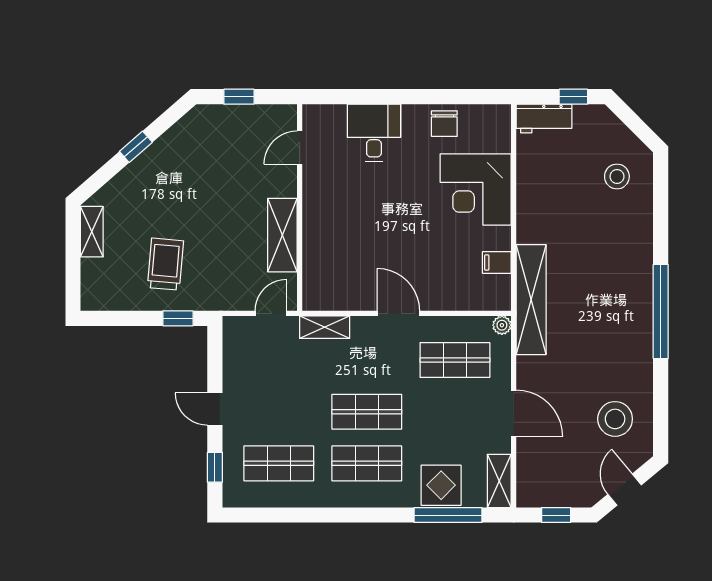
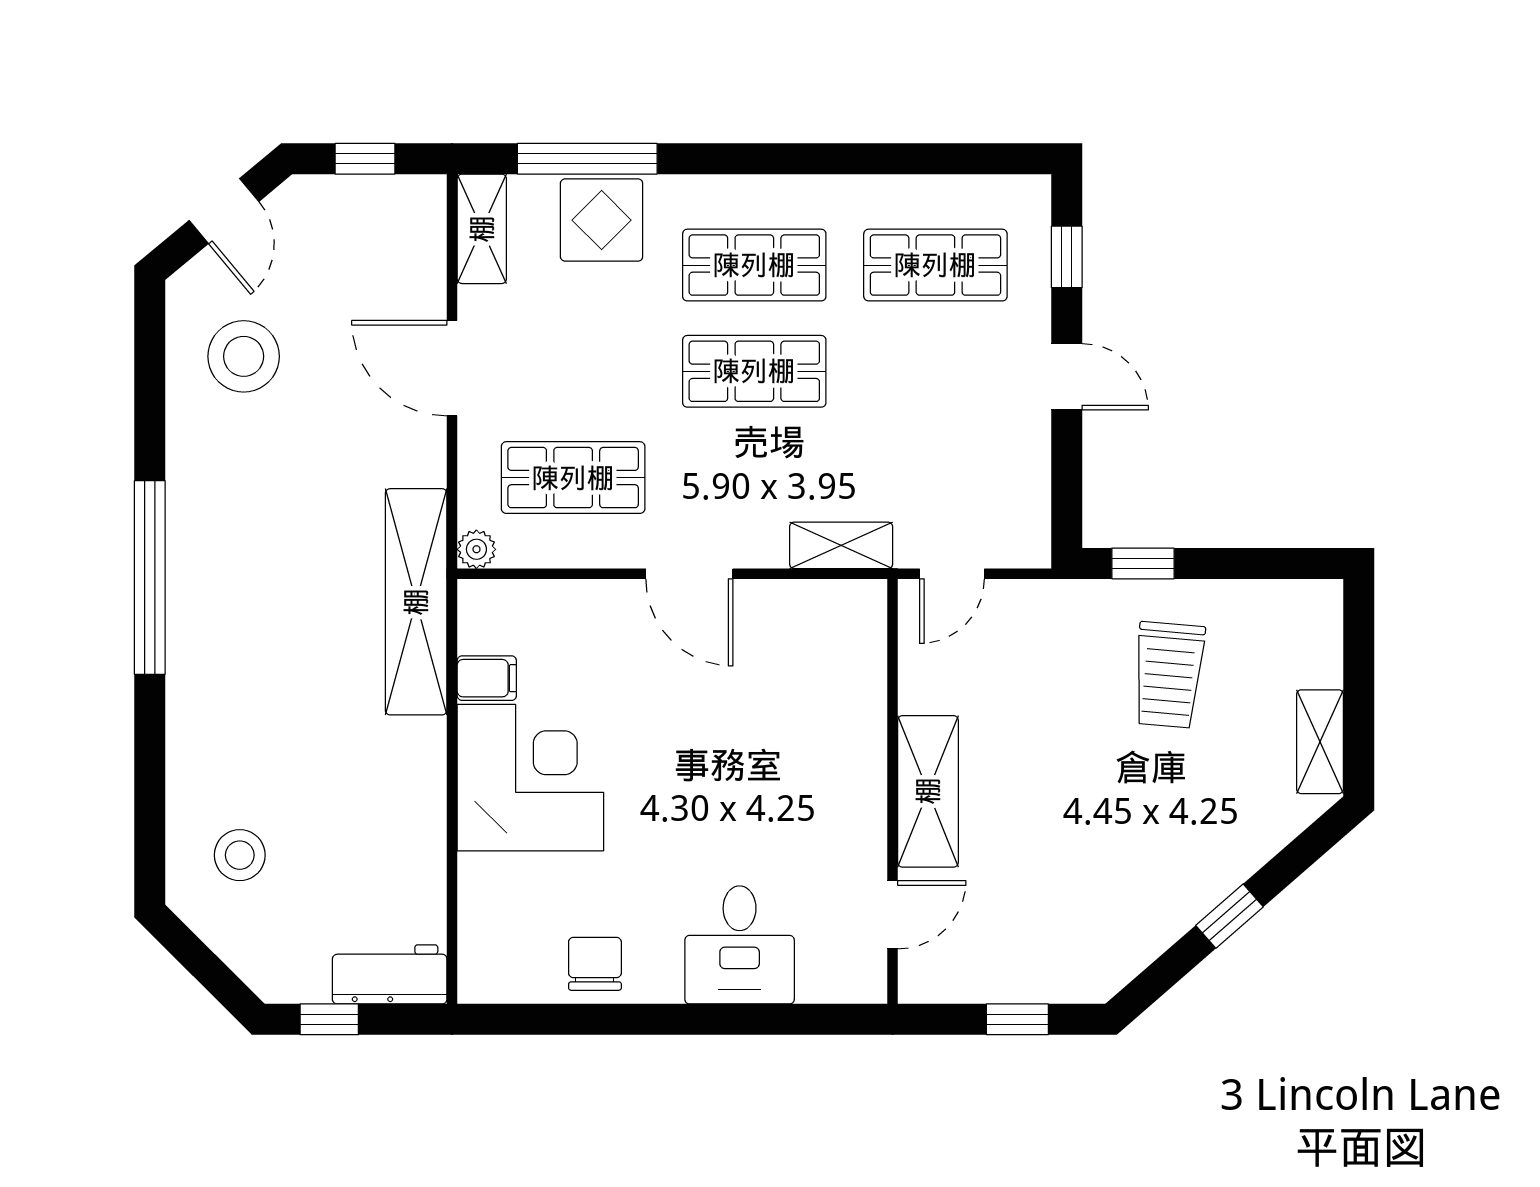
corner desk: (476, 189) -> (530, 778), moved
shelving: (282, 235) -> (928, 791), moved

